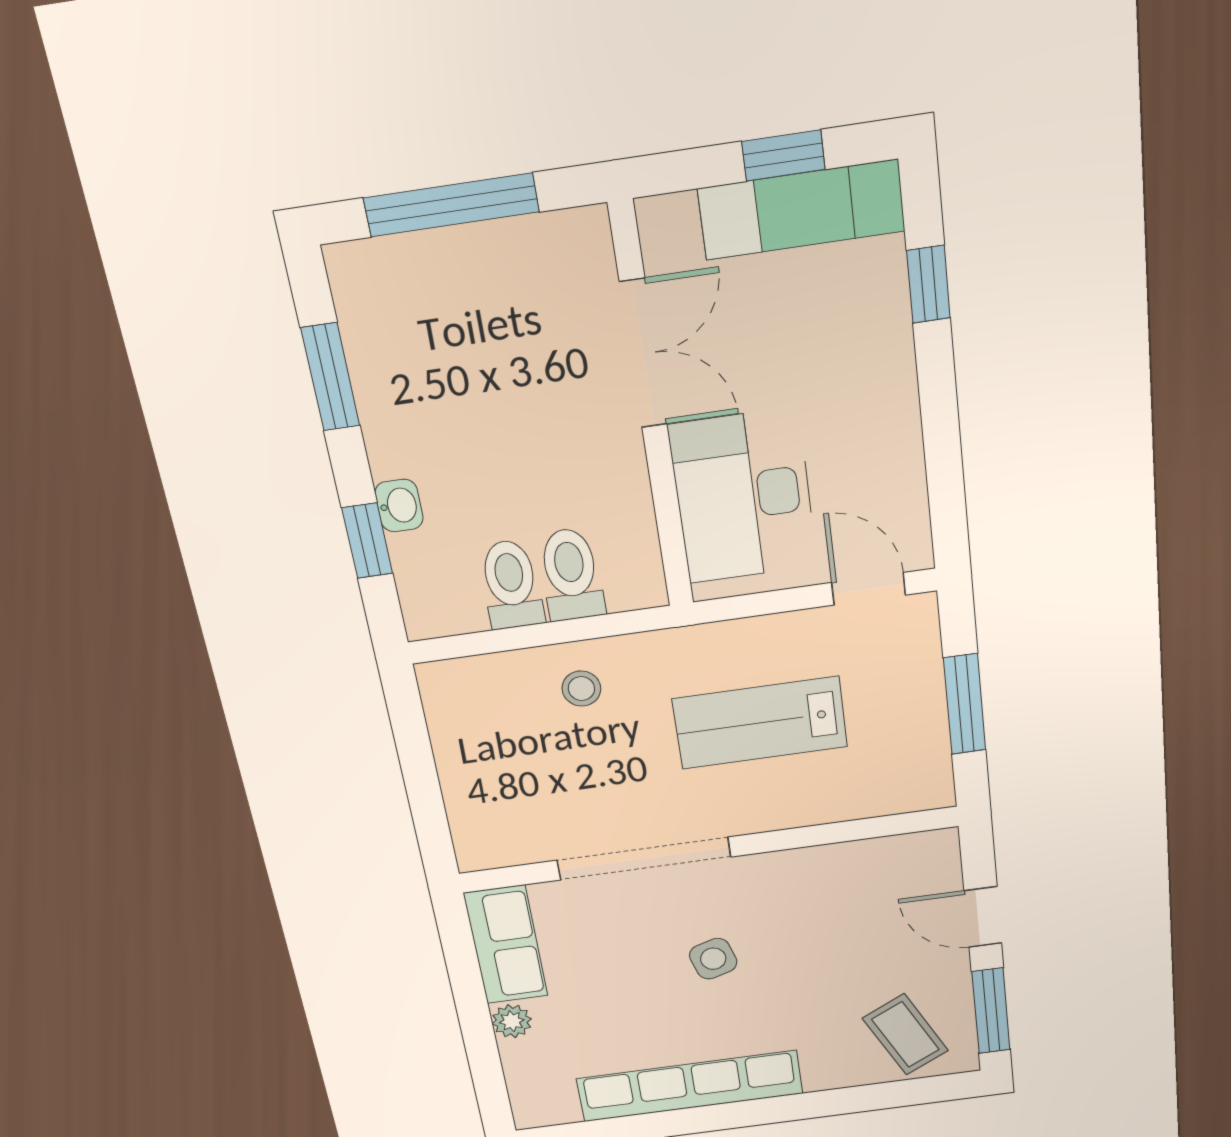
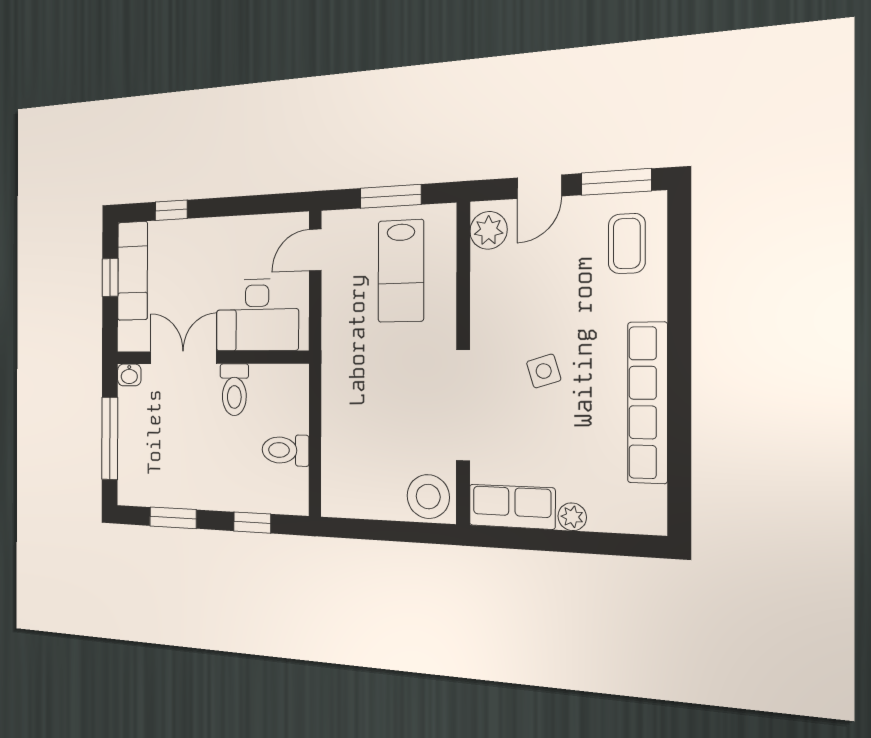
washbasin: (399, 506) -> (129, 375), moved, turned 180
toilet: (571, 575) -> (234, 390), moved, turned -90
stool: (581, 689) -> (428, 497), moved, width x1.89, depth x1.89
lab bench: (760, 723) -> (401, 271), moved
plant: (915, 858) -> (489, 230), added
coffee table: (905, 1034) -> (627, 244), turned -63

